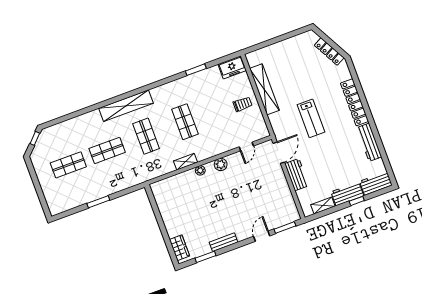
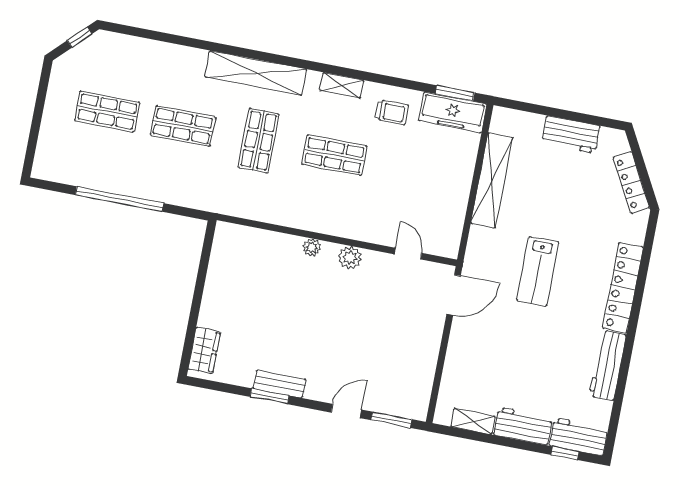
freezer: (232, 67) -> (453, 112), width x1.40
window: (196, 70) -> (455, 93), moved
trolley: (243, 104) -> (392, 112), moved
shop shelf: (185, 122) -> (334, 155), turned 90
door: (246, 146) -> (408, 254), swing flipped
shelving: (185, 162) -> (342, 85), moved
workbench: (297, 175) -> (571, 134), moved, turned 90
window: (357, 201) -> (565, 453), moved
window: (98, 202) -> (119, 199), width x2.11
window: (206, 257) -> (269, 396), moved

